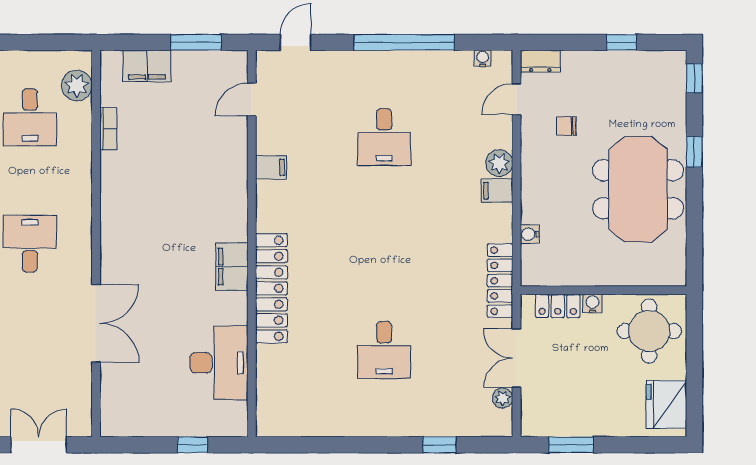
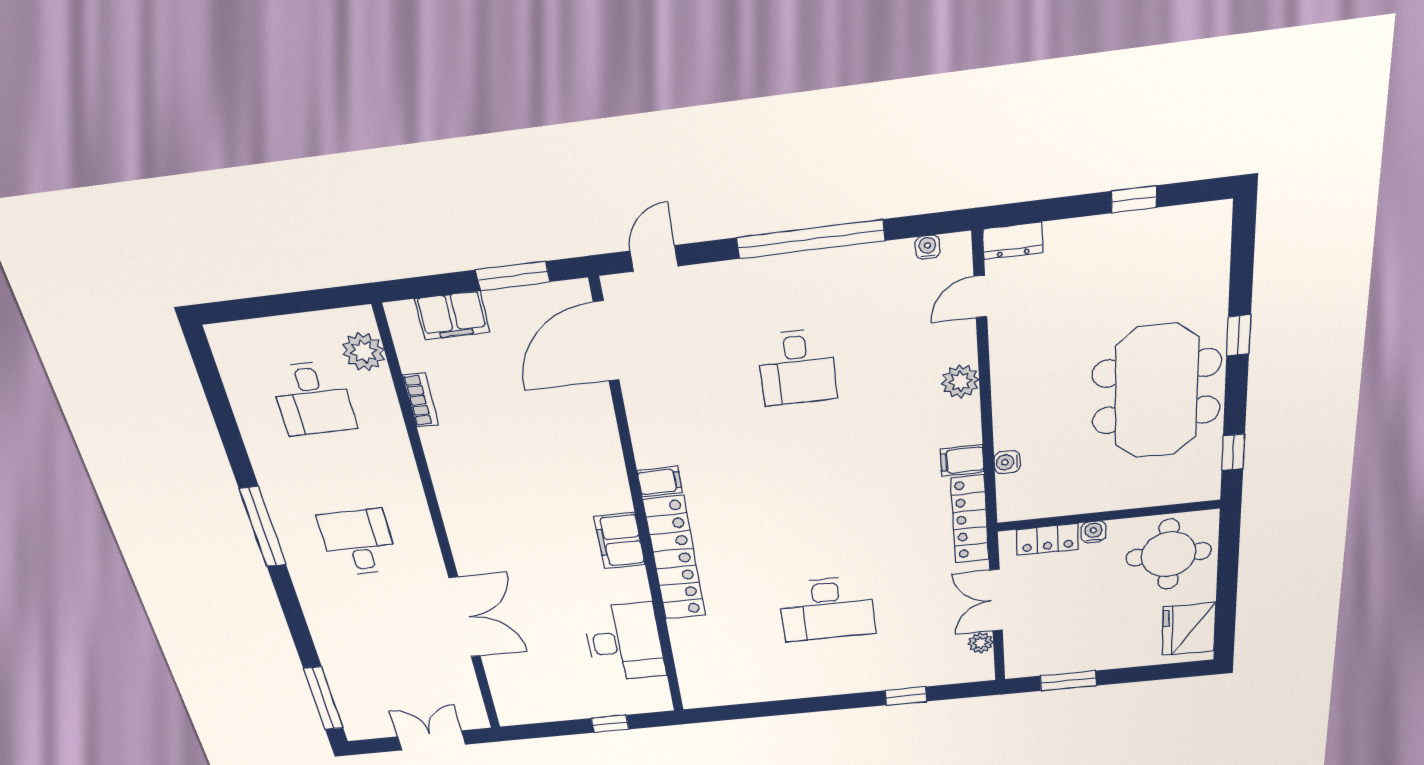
window: (694, 78) -> (1233, 452), moved
door: (252, 100) -> (606, 341), width x1.88
chair: (566, 126) -> (1054, 323), removed
filing cabinet: (271, 167) -> (660, 482), moved
filing cabinet: (497, 191) -> (962, 460), moved
desk: (384, 350) -> (827, 609), width x1.37

